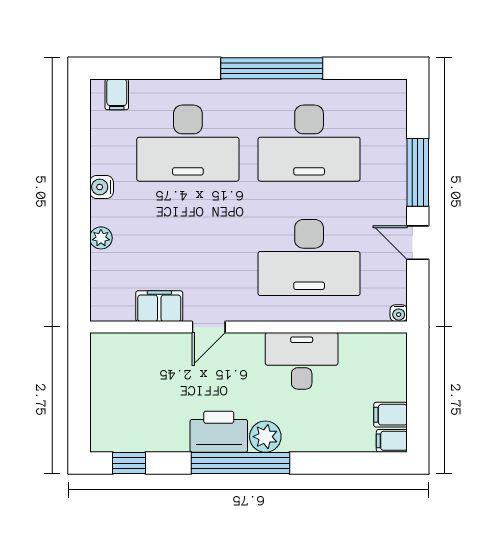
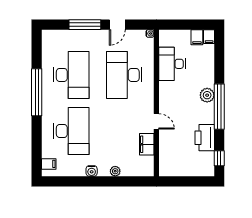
desk: (309, 257) -> (124, 75), turned 180
desk: (302, 361) -> (172, 64), moved
printer: (219, 432) -> (205, 138), moved

